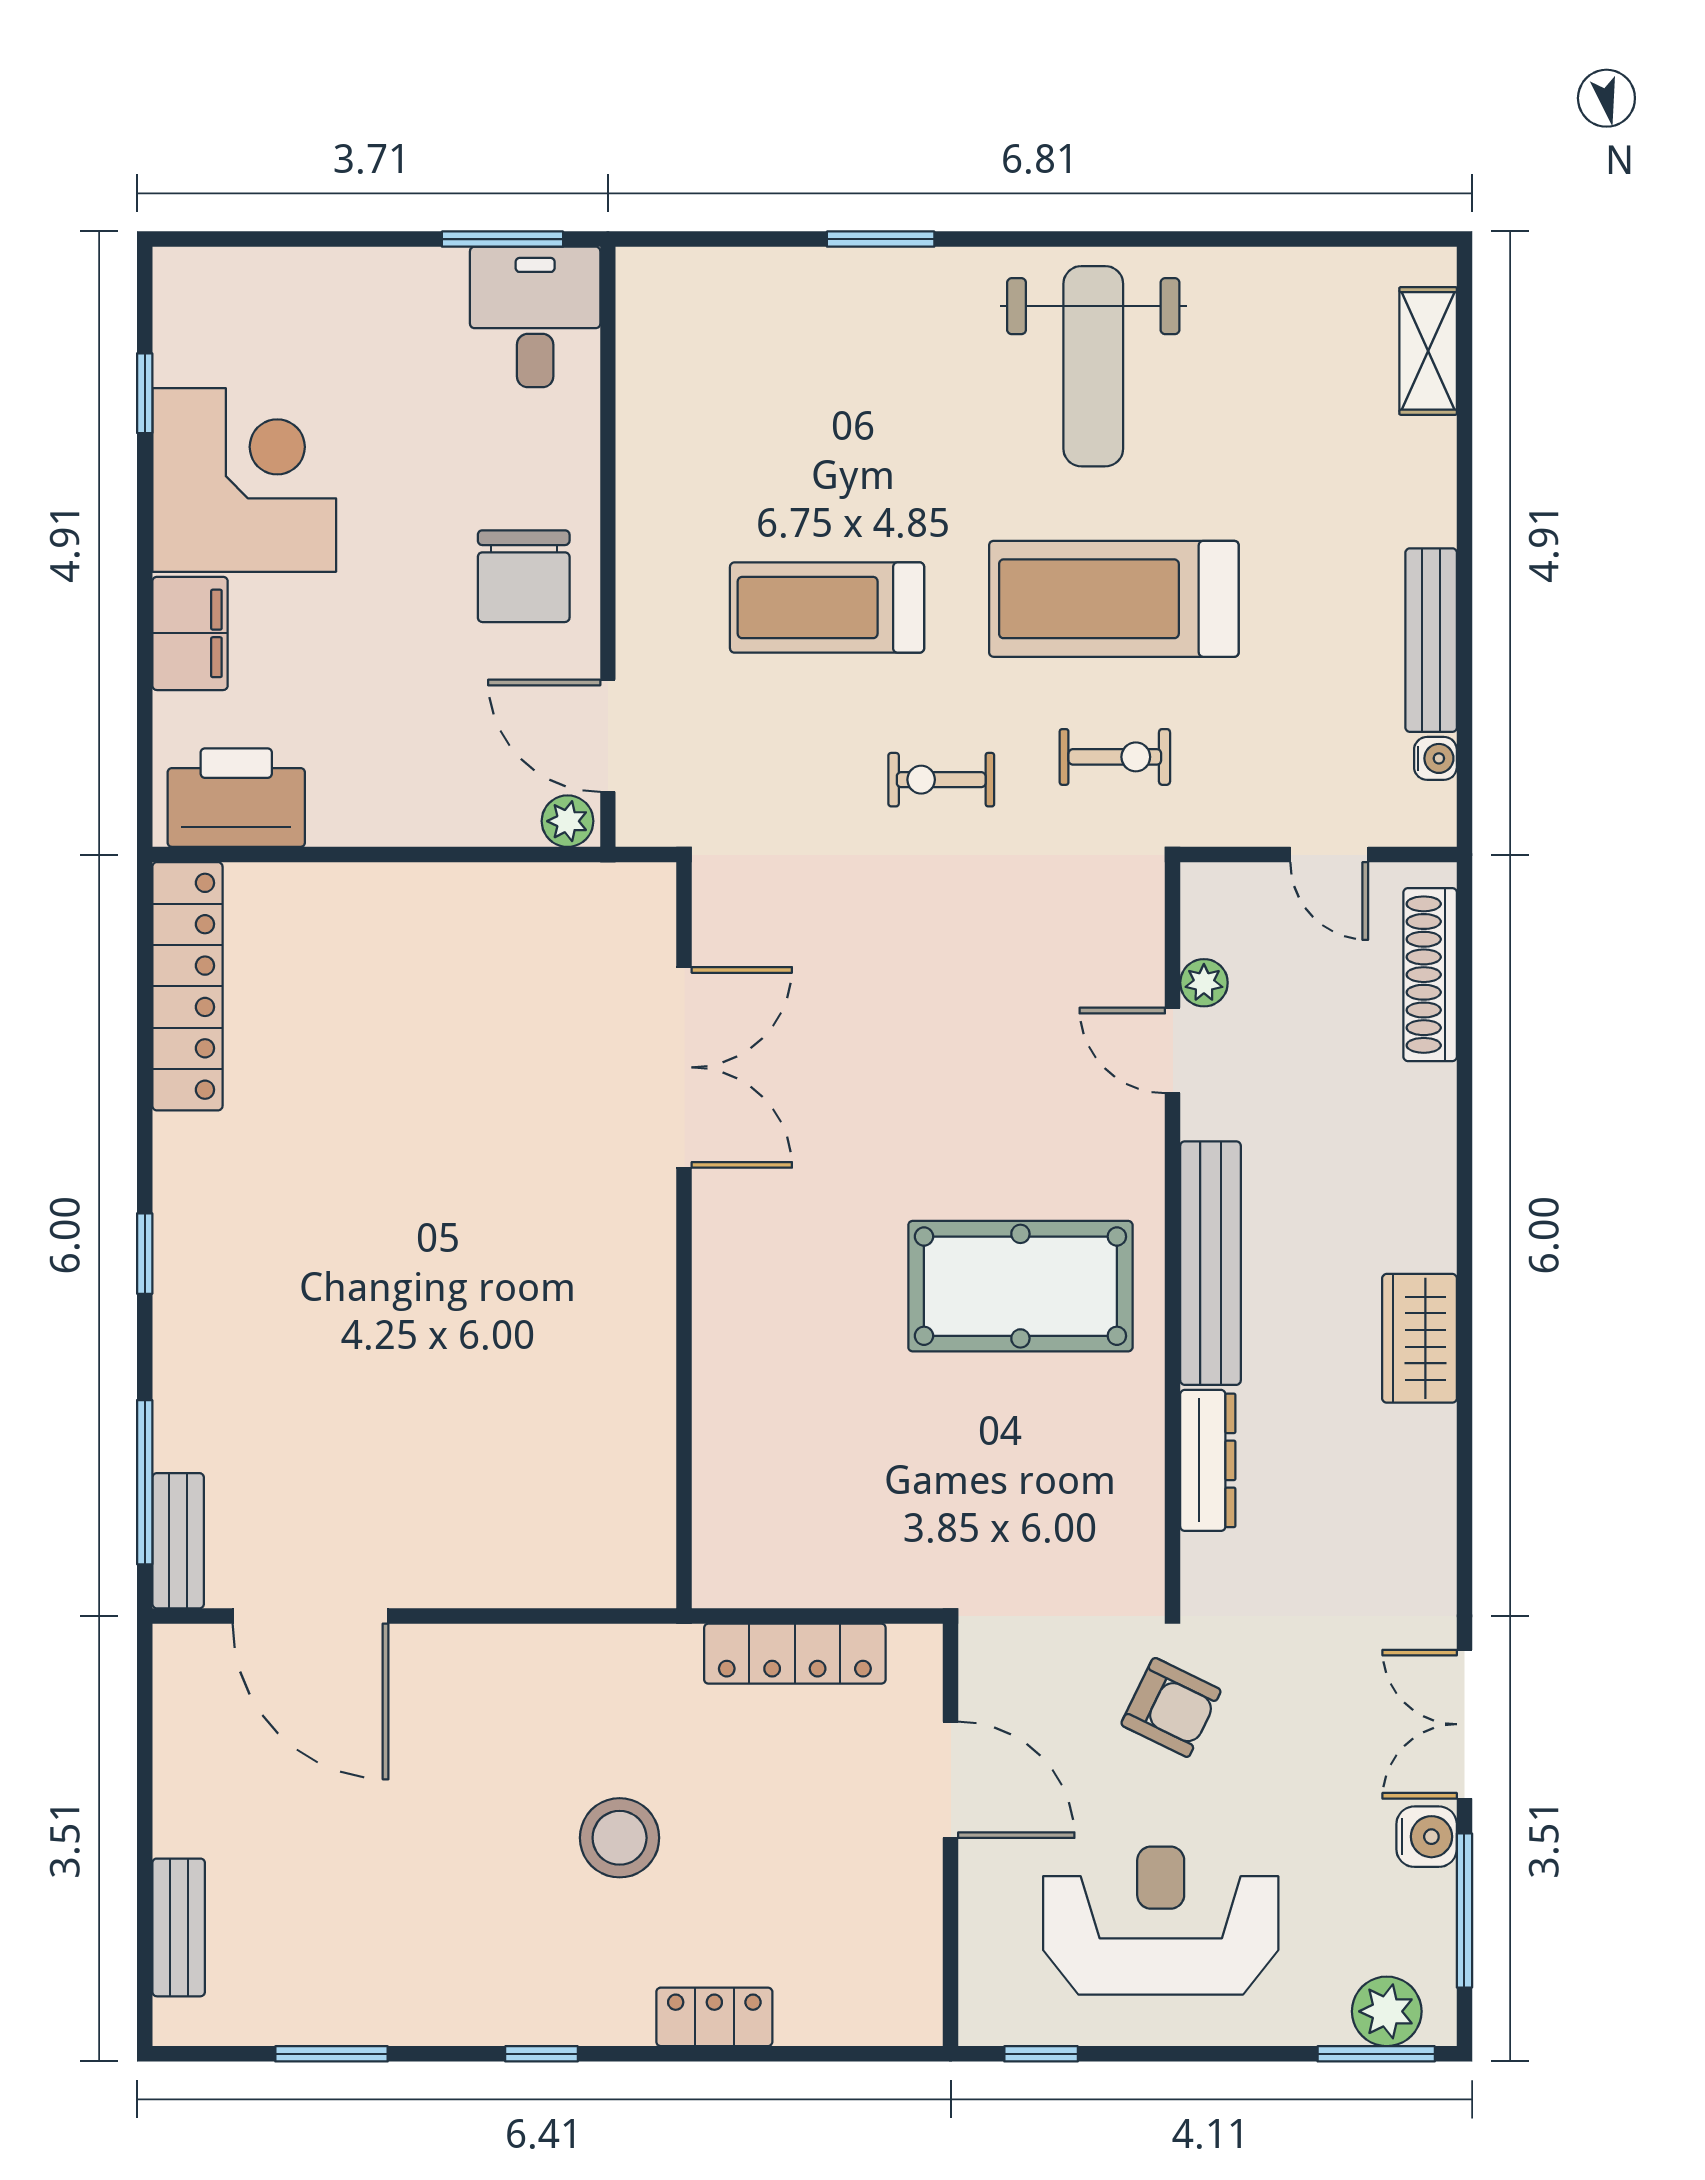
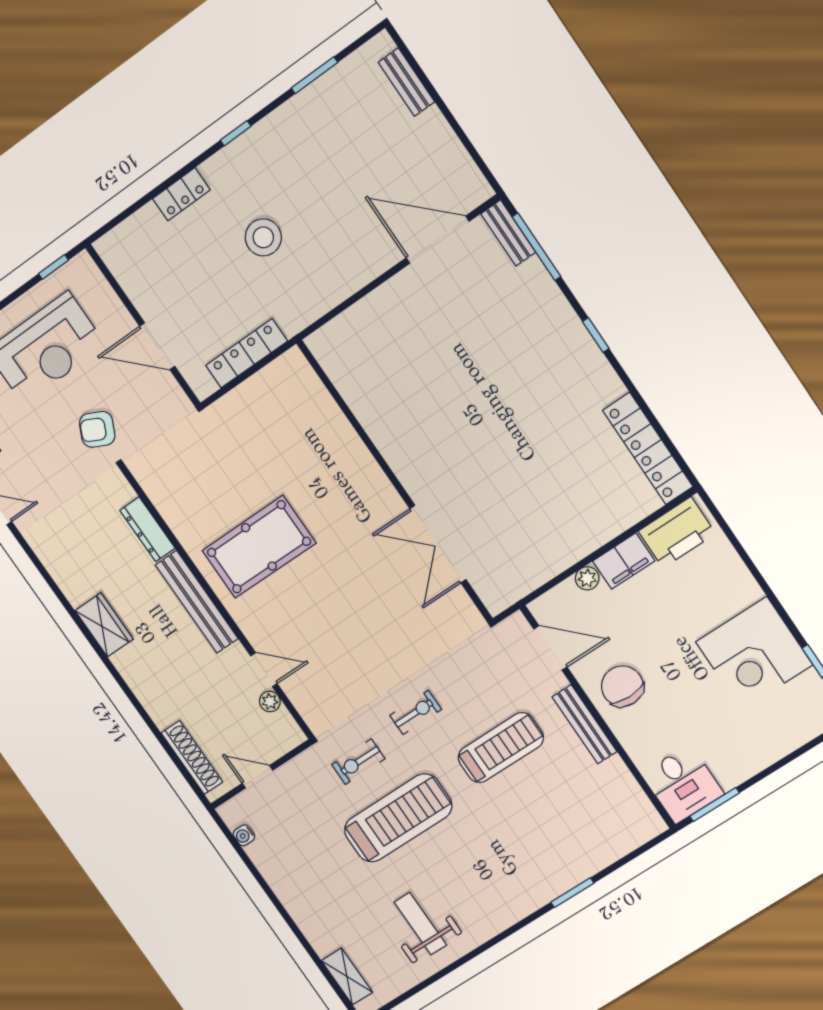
weight bench: (1093, 366) -> (420, 924), moved, width x0.73, depth x0.75
filing cabinet: (190, 633) -> (624, 561), moved, turned -90
bench: (1431, 640) -> (585, 724), moved
plant: (568, 821) -> (587, 578), moved

